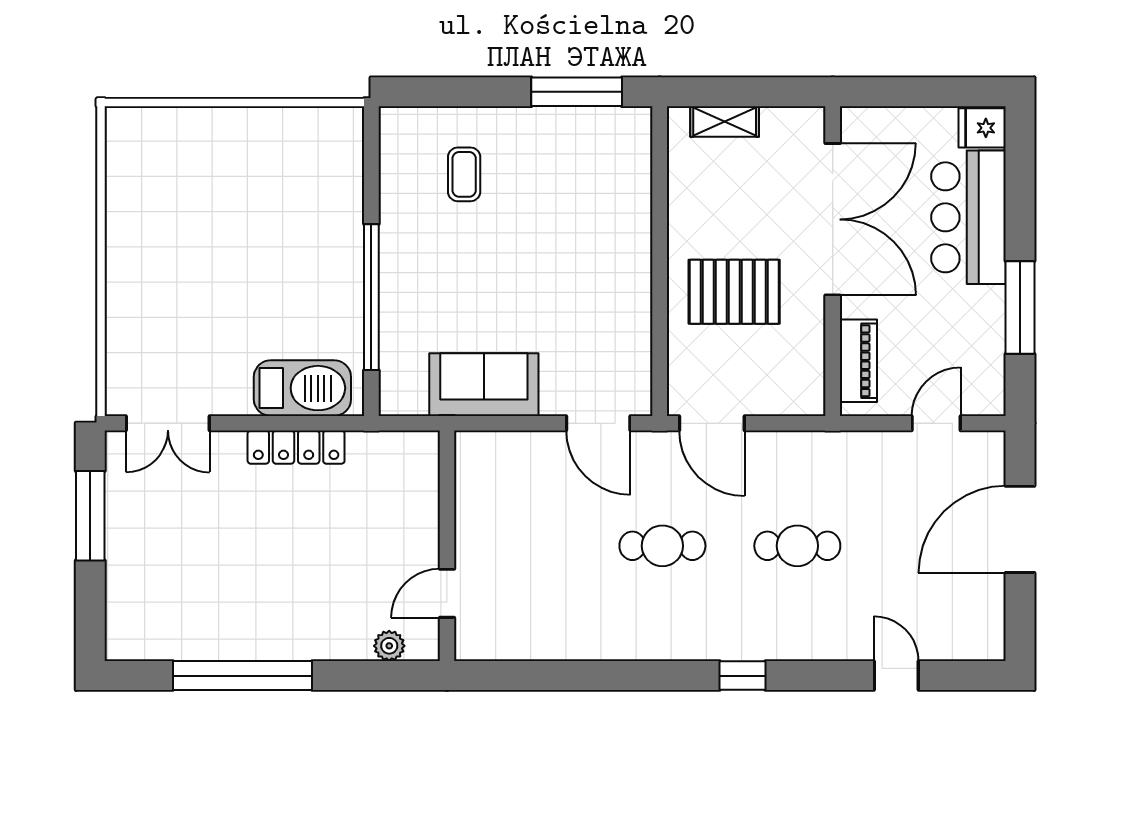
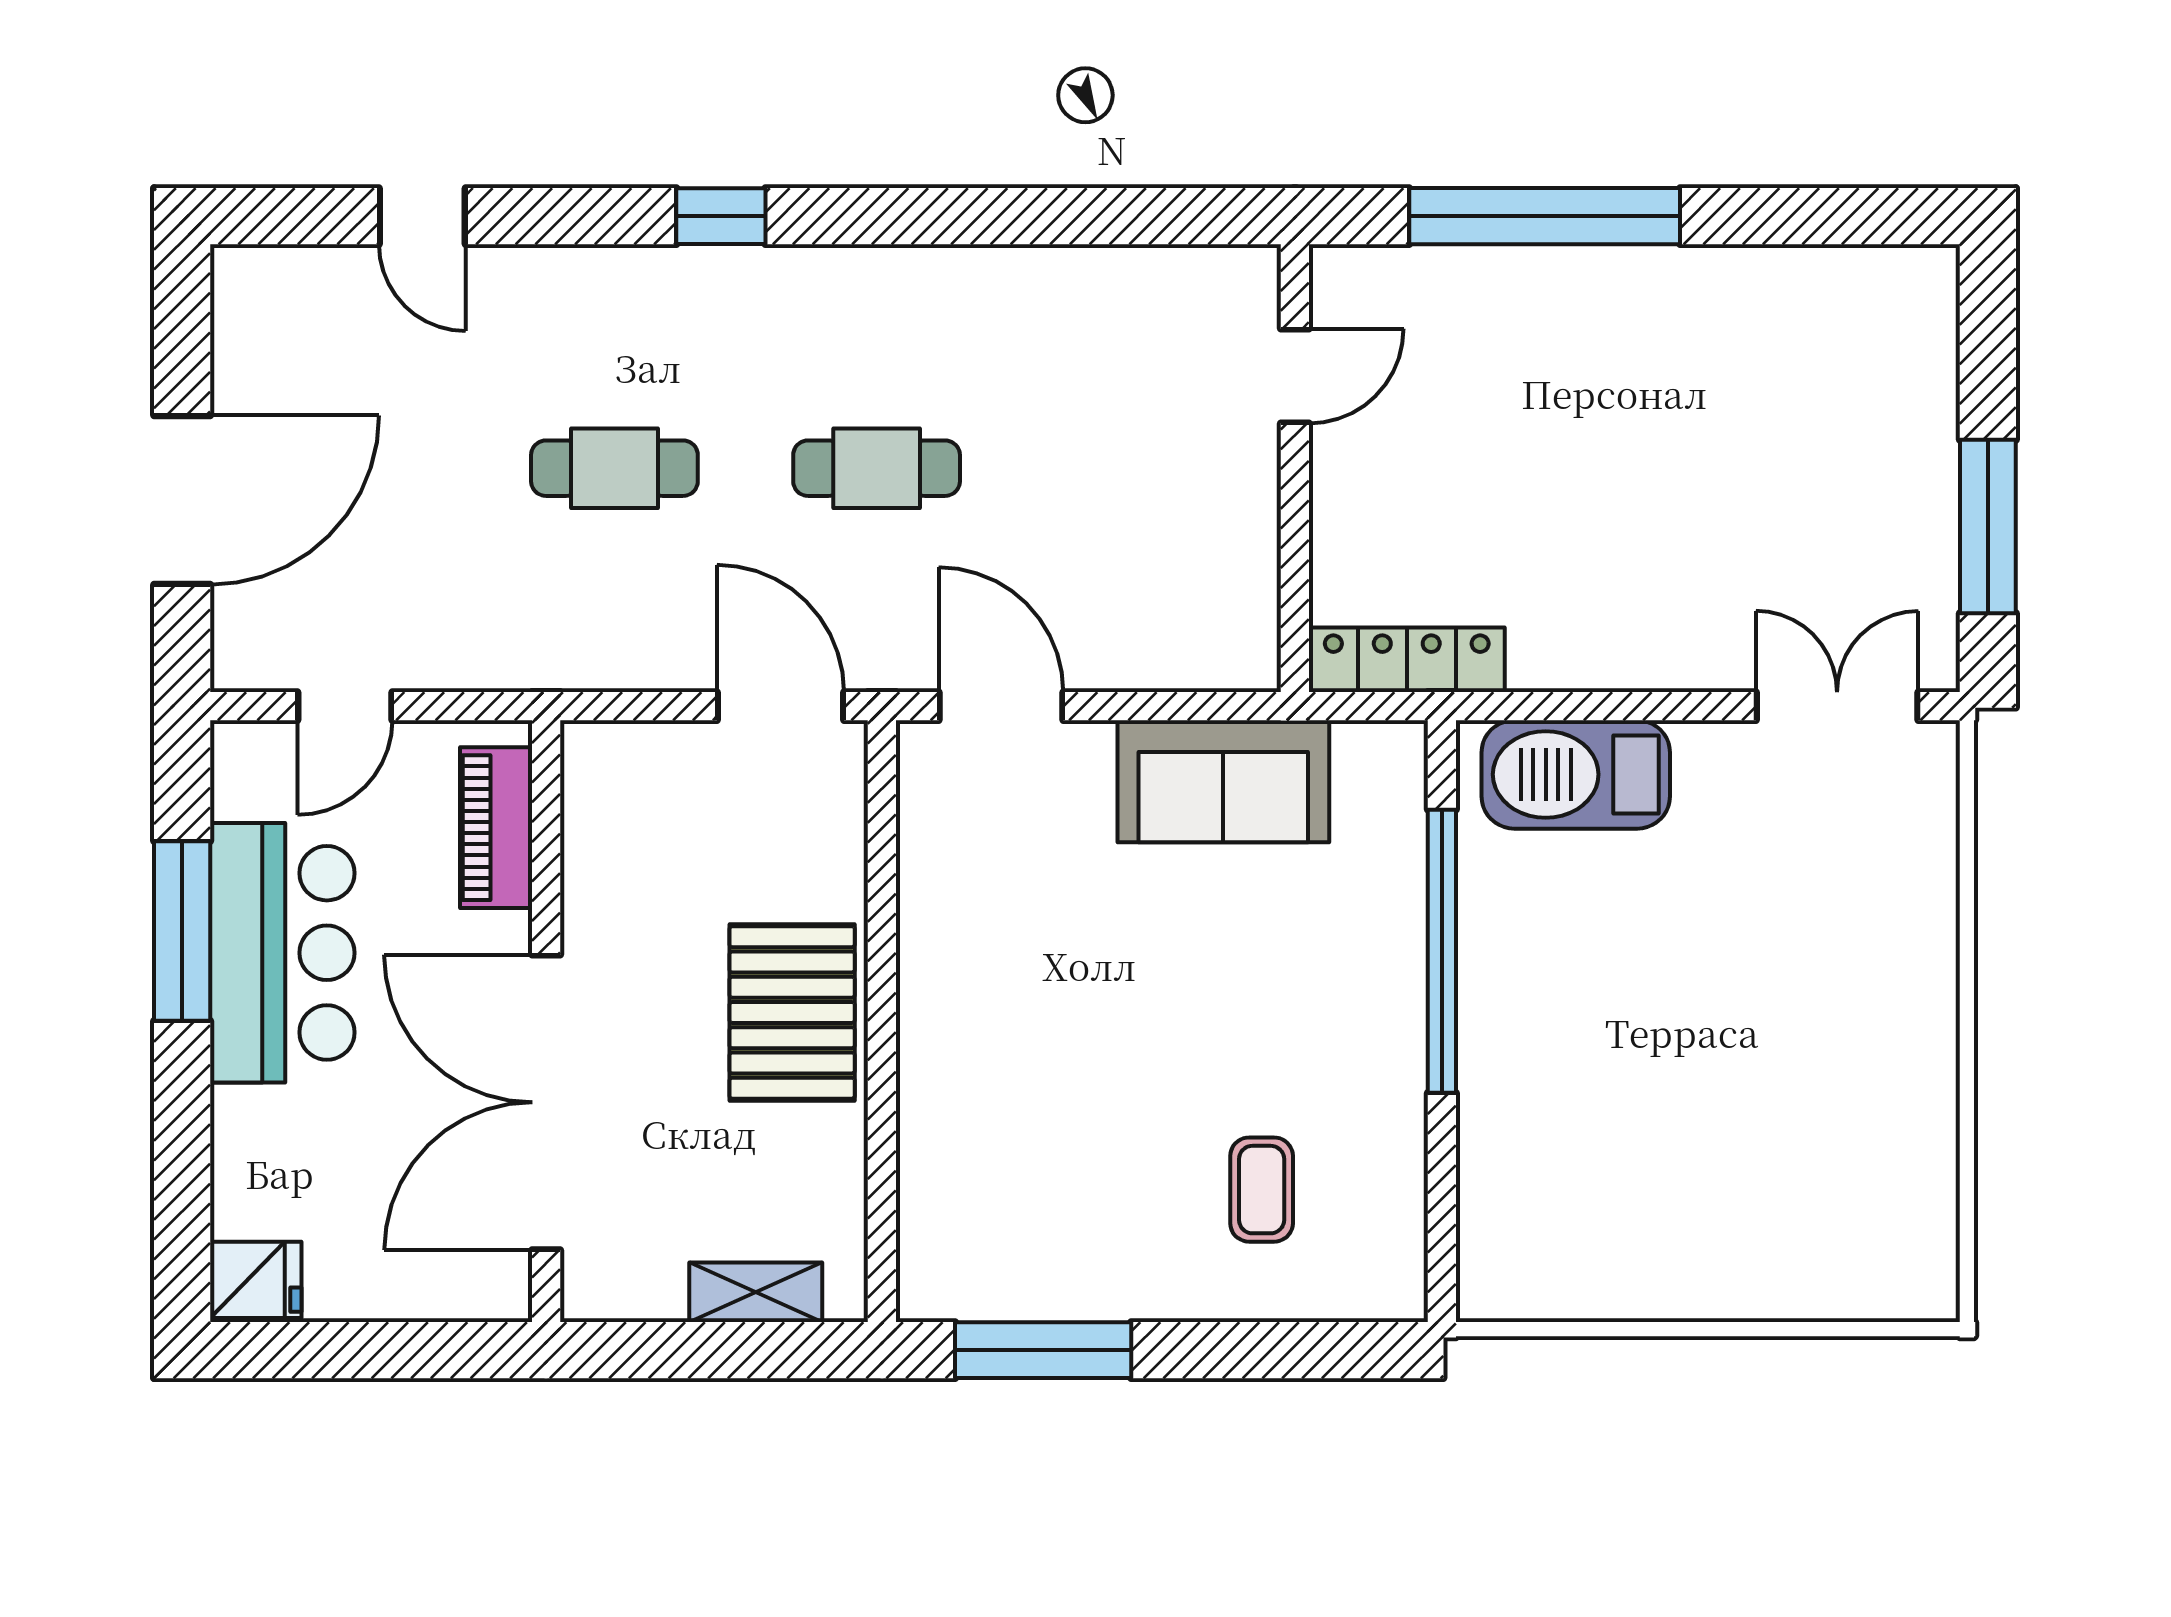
bar counter: (968, 217) -> (282, 953), moved
pallet: (734, 292) -> (792, 1012), moved, turned 90
locker: (296, 447) -> (1407, 660), moved
plant: (389, 646) -> (1407, 274), removed
window: (243, 676) -> (1545, 216), moved

